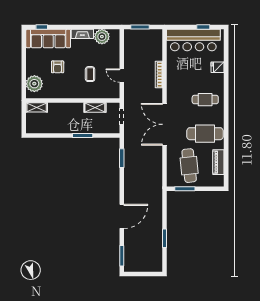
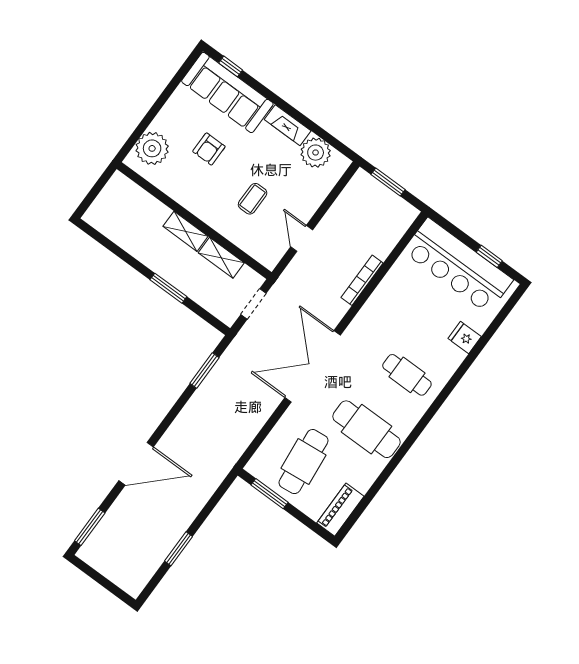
shelving: (37, 107) -> (186, 231), moved
piano: (218, 162) -> (340, 510), moved

